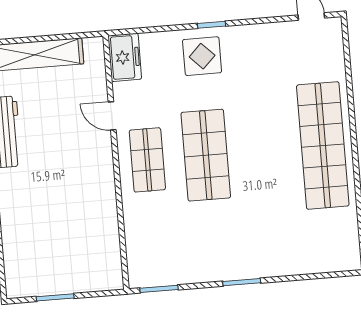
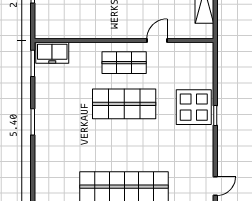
display table: (202, 56) -> (194, 107), width x1.36, depth x1.36
freezer: (125, 57) -> (52, 53), moved

